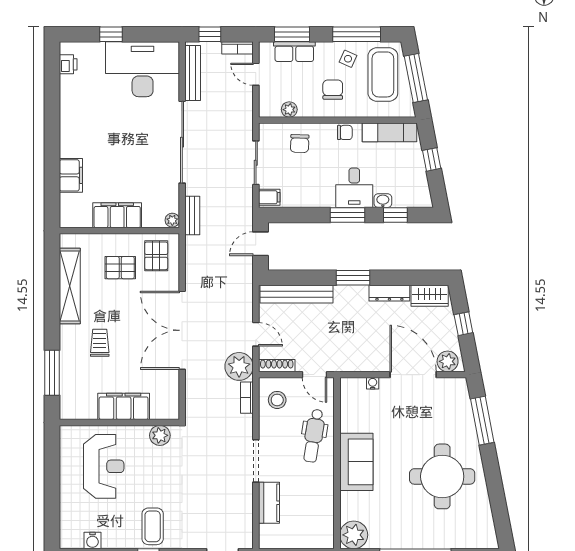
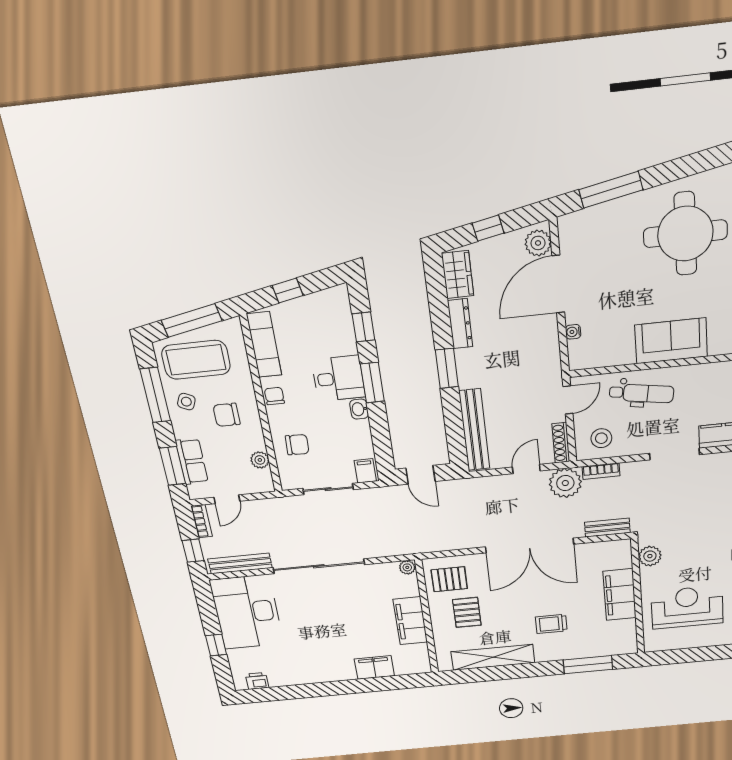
washbasin: (383, 201) -> (359, 409), moved
bench: (192, 216) -> (607, 528), moved

